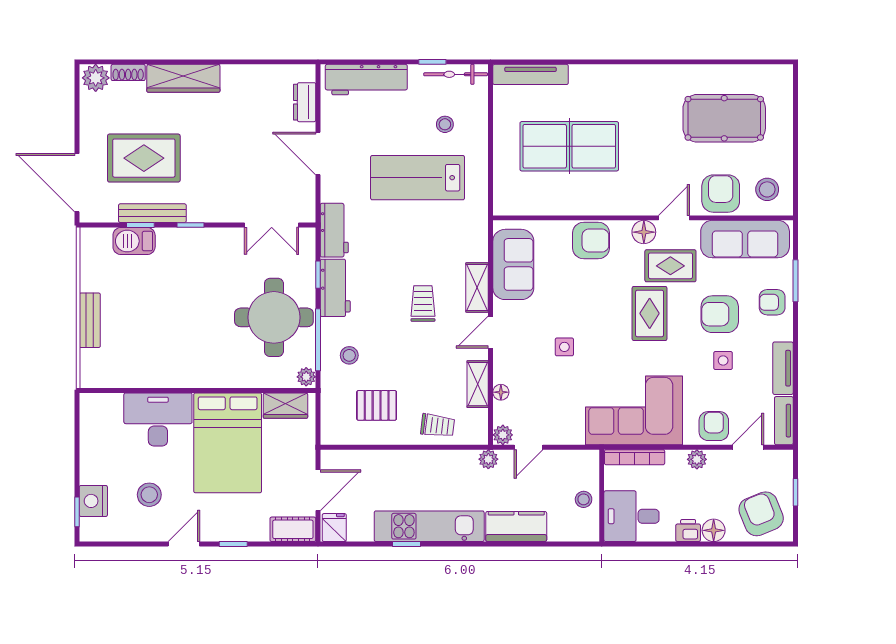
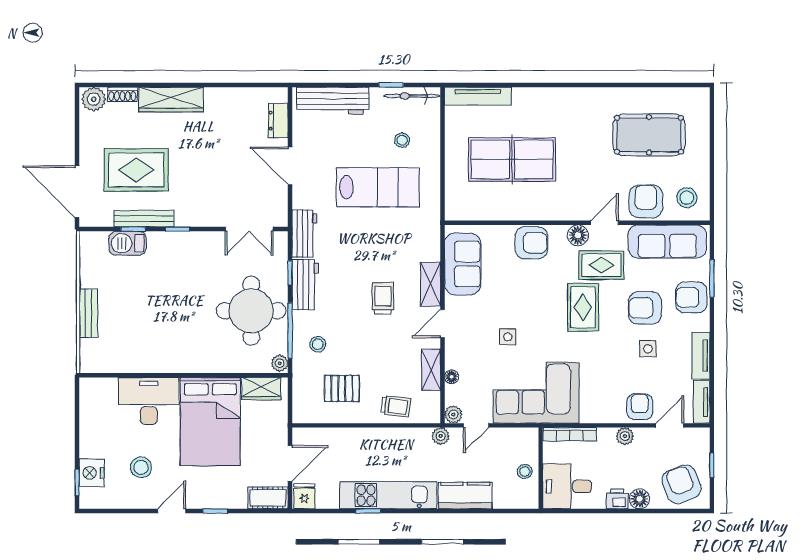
lab bench: (418, 178) -> (378, 187), turned 180
armchair: (772, 302) -> (691, 297), width x1.38, depth x1.38
corner sofa: (634, 410) -> (536, 393), moved

